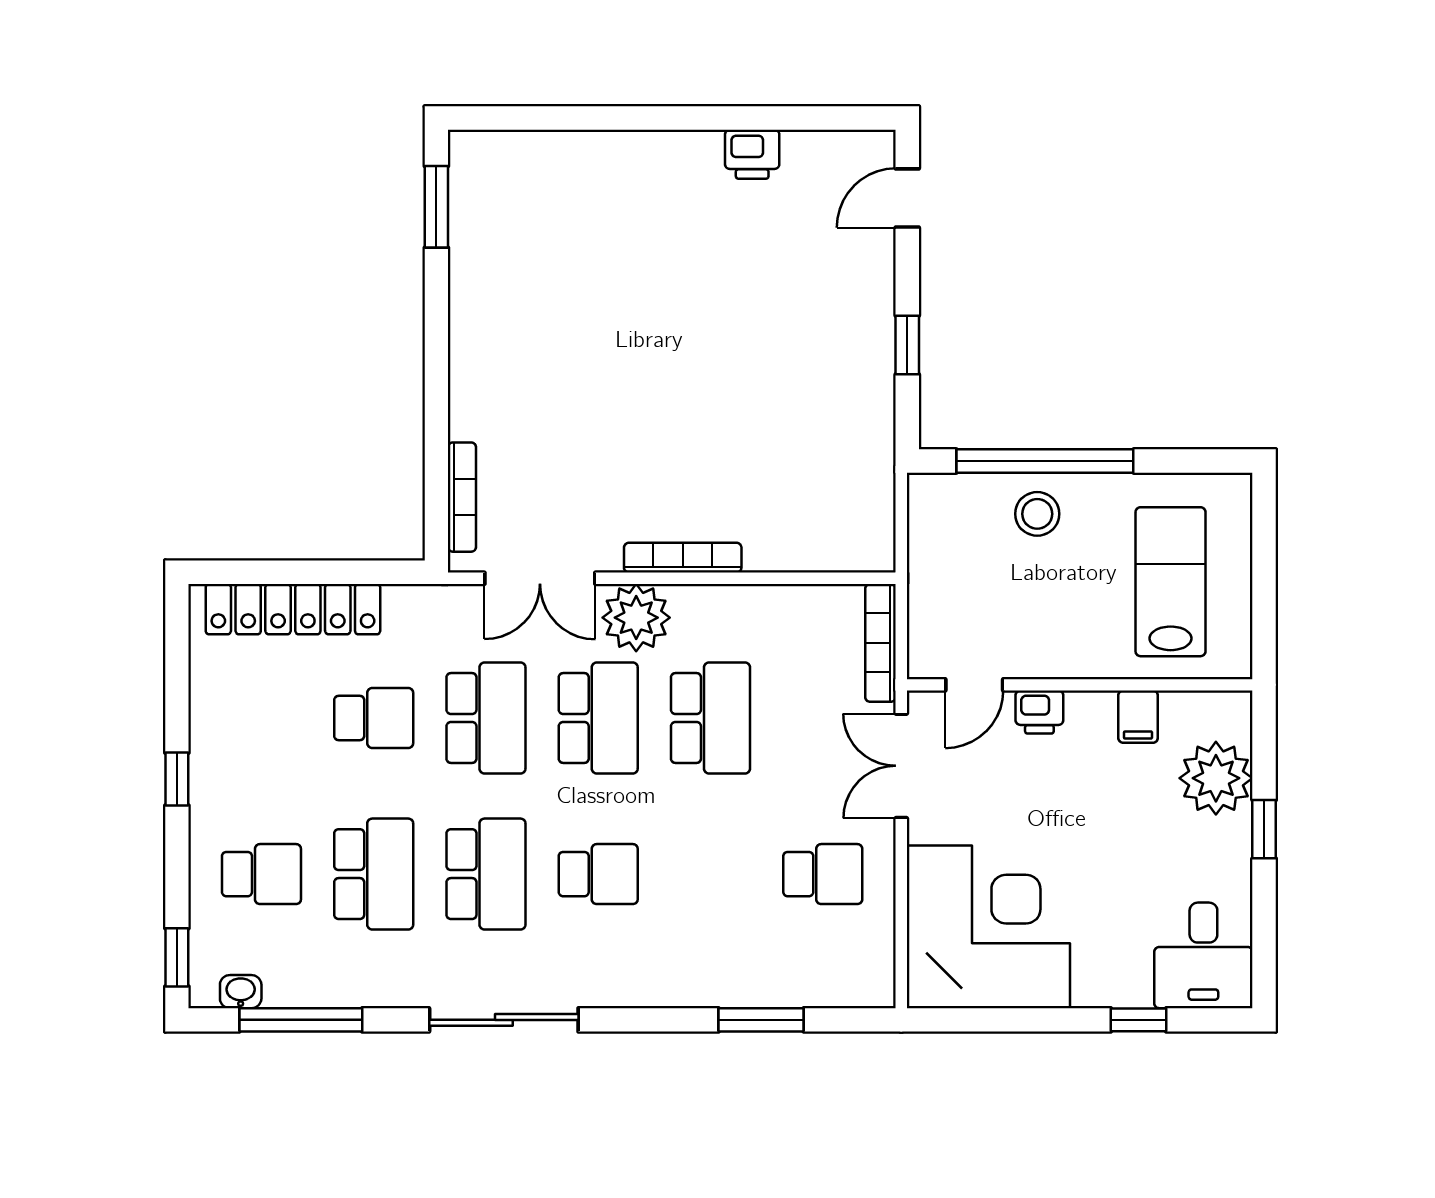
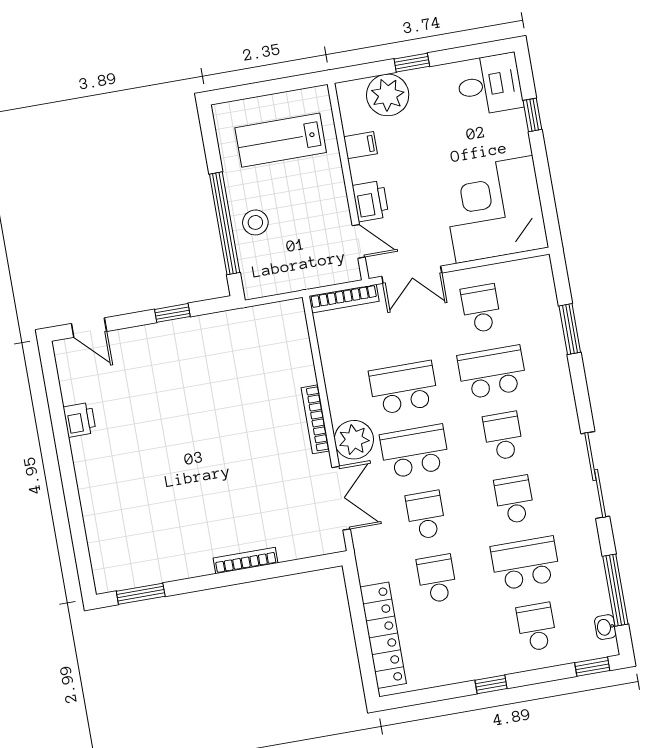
bookcase: (462, 497) -> (245, 561), moved
printer: (1039, 712) -> (371, 201), width x1.36, depth x1.24
school desk: (486, 718) -> (426, 515), width x0.54
school desk: (486, 874) -> (514, 500), width x0.54
school desk: (710, 874) -> (492, 372), added

